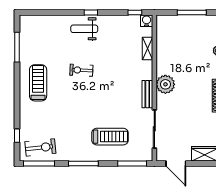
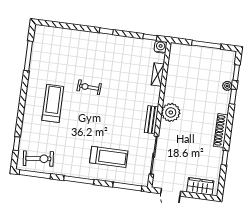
weight bench: (84, 29) -> (98, 47), removed
treadmill: (38, 83) -> (53, 103), moved

